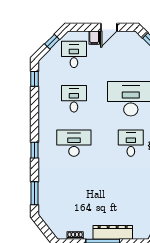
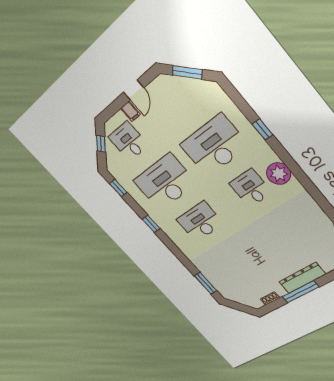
desk: (74, 99) -> (165, 182), width x1.87, depth x1.30
window: (34, 150) -> (151, 224), moved

